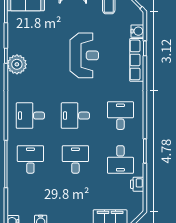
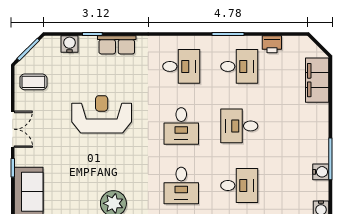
row of seats: (137, 60) -> (117, 45), width x0.68
desk: (120, 116) -> (181, 66), turned 180
desk: (30, 159) -> (239, 185), turned 180

